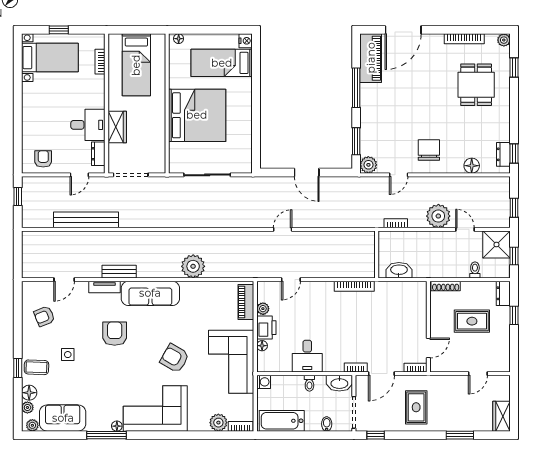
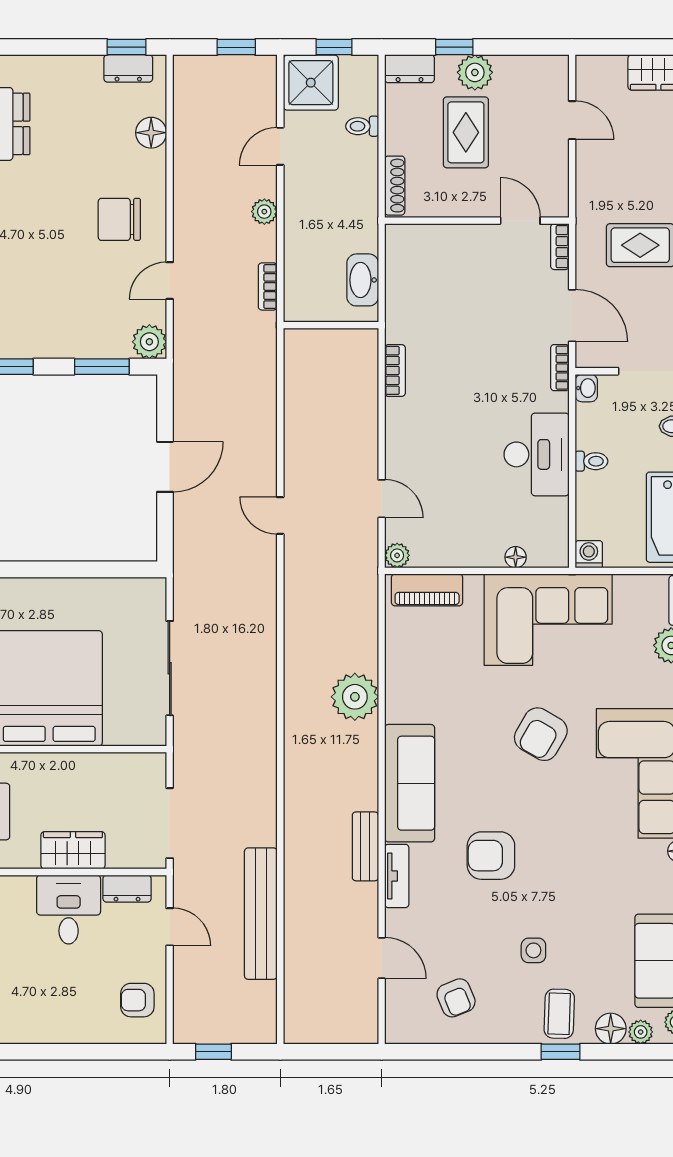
door: (399, 175) -> (170, 281), swing flipped
plant: (438, 216) -> (264, 212), width x0.53, depth x0.53
bookcase: (354, 286) -> (395, 370), width x0.64
plant: (263, 309) -> (397, 555), moved
plant: (501, 326) -> (475, 72), added
printer: (266, 328) -> (479, 548), removed
desk: (307, 356) -> (537, 454), width x1.37
washbasin: (339, 383) -> (586, 388), width x0.52, depth x0.69

